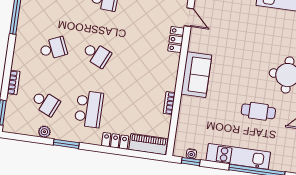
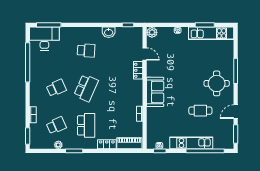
school desk: (97, 55) -> (86, 88), width x1.85
school desk: (45, 103) -> (56, 125), turned -48

